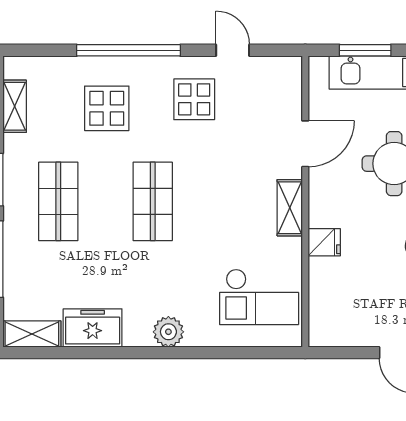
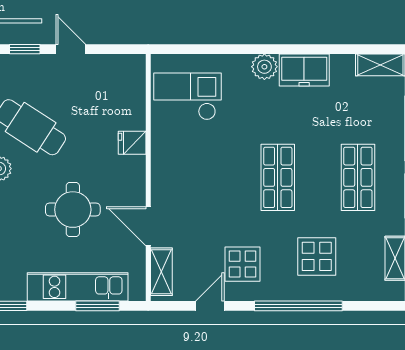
door: (233, 50) -> (210, 306), swing flipped
door: (305, 144) -> (148, 226), hinge flipped
shelving: (290, 208) -> (161, 272), moved
freezer: (93, 328) -> (304, 70), moved

